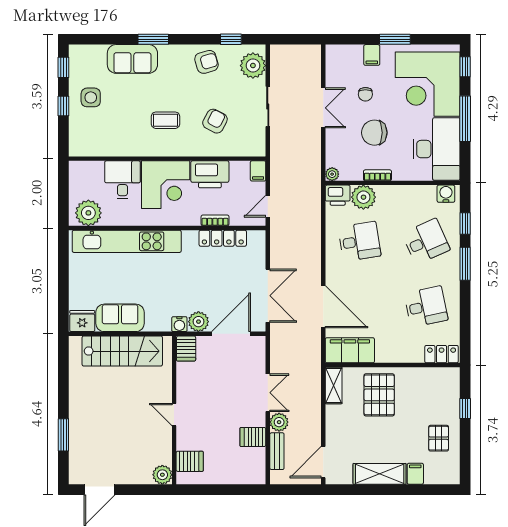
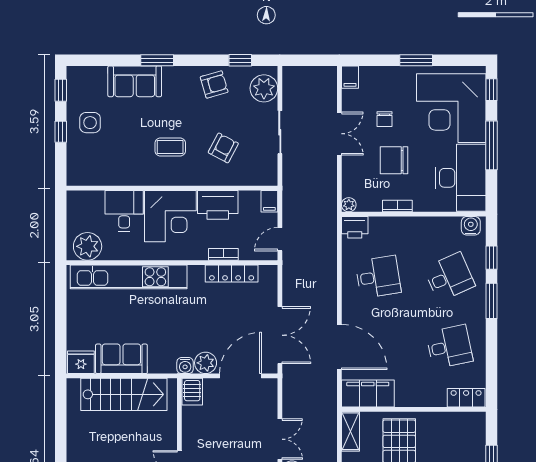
filing cabinet: (372, 55) -> (350, 77), moved
plant: (363, 197) -> (382, 229), removed

